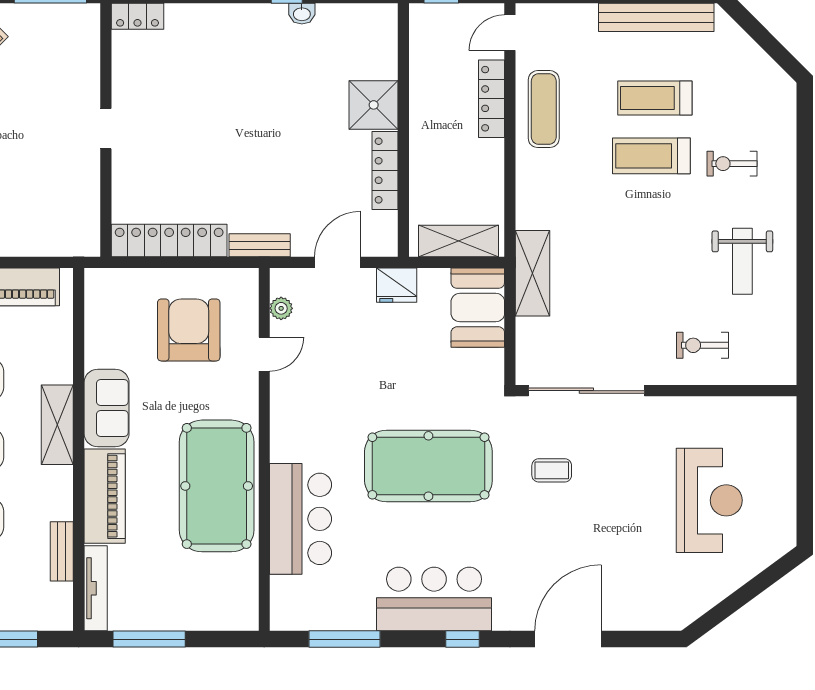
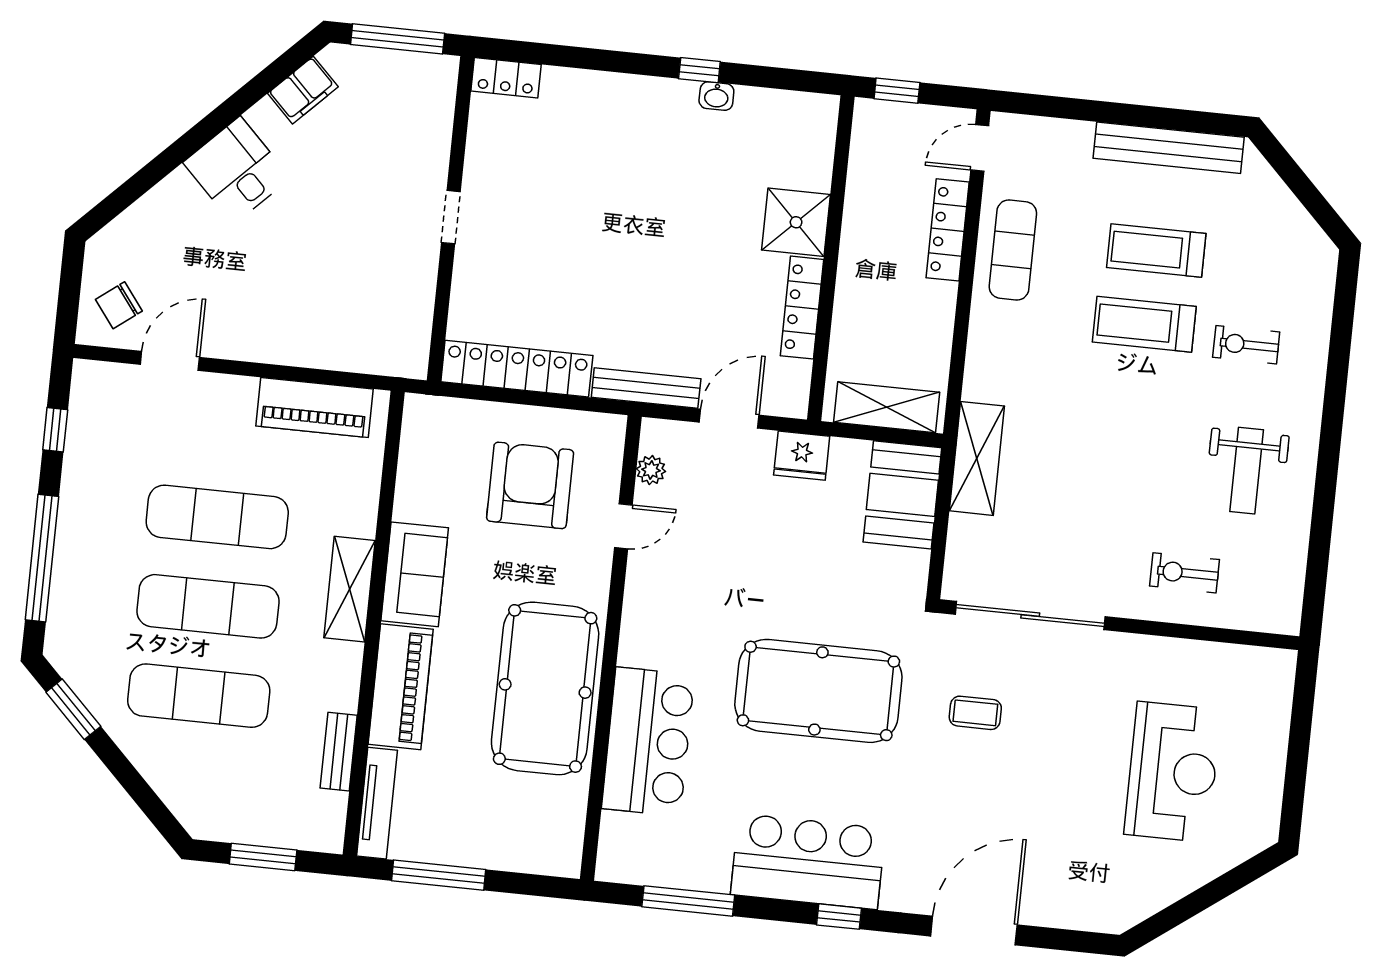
bench: (260, 245) -> (646, 388), width x1.36

